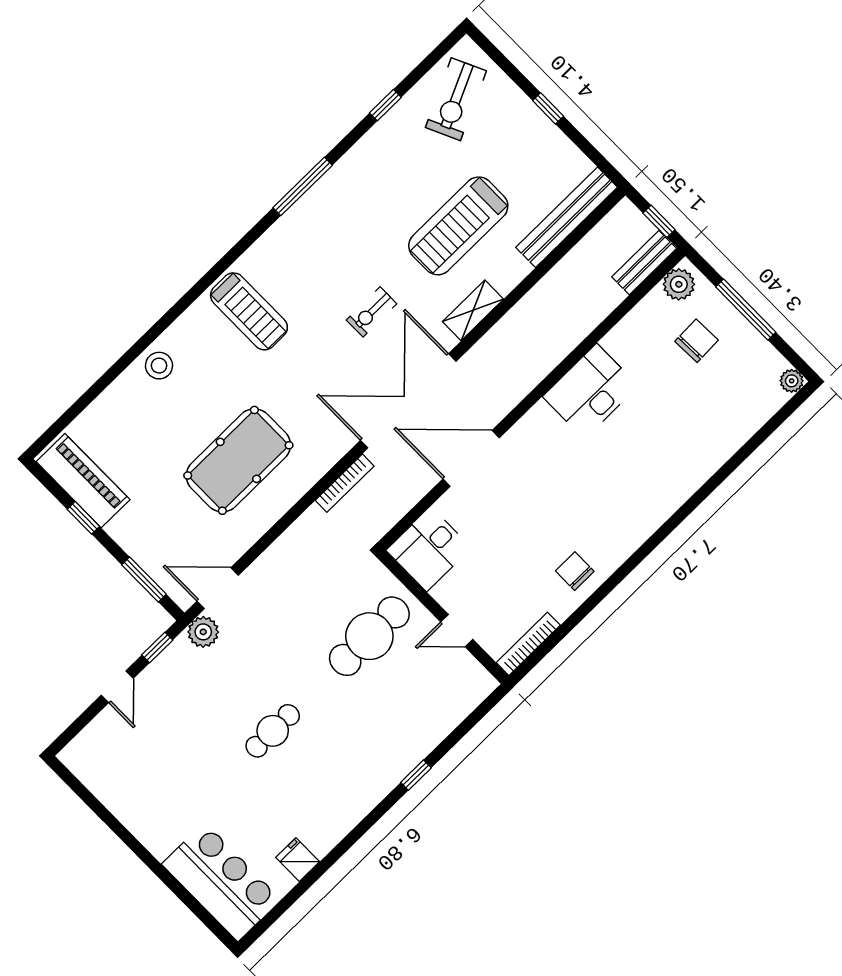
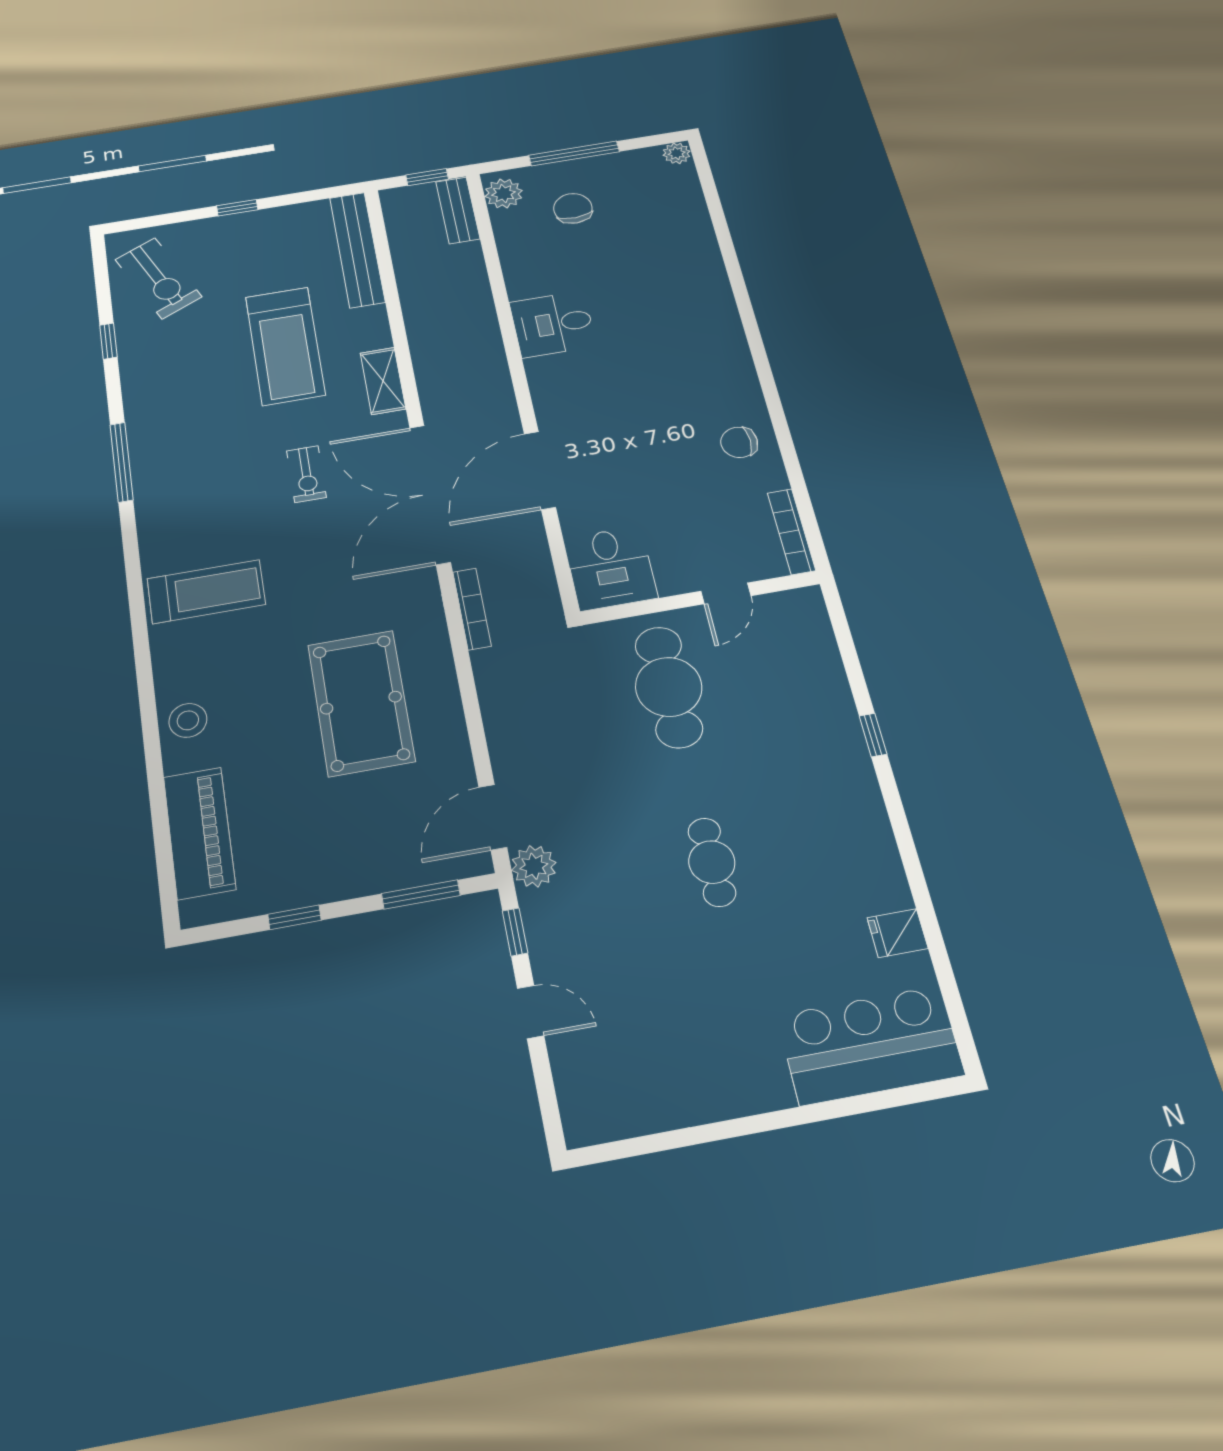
desk: (590, 391) -> (553, 324), width x0.73
piano: (83, 481) -> (199, 833), moved, turned 90

